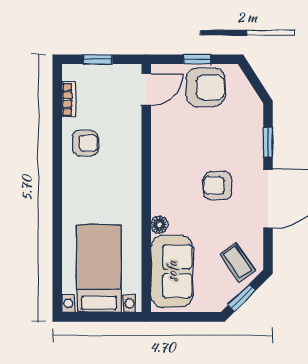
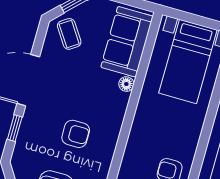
armchair: (217, 186) -> (76, 134), moved

